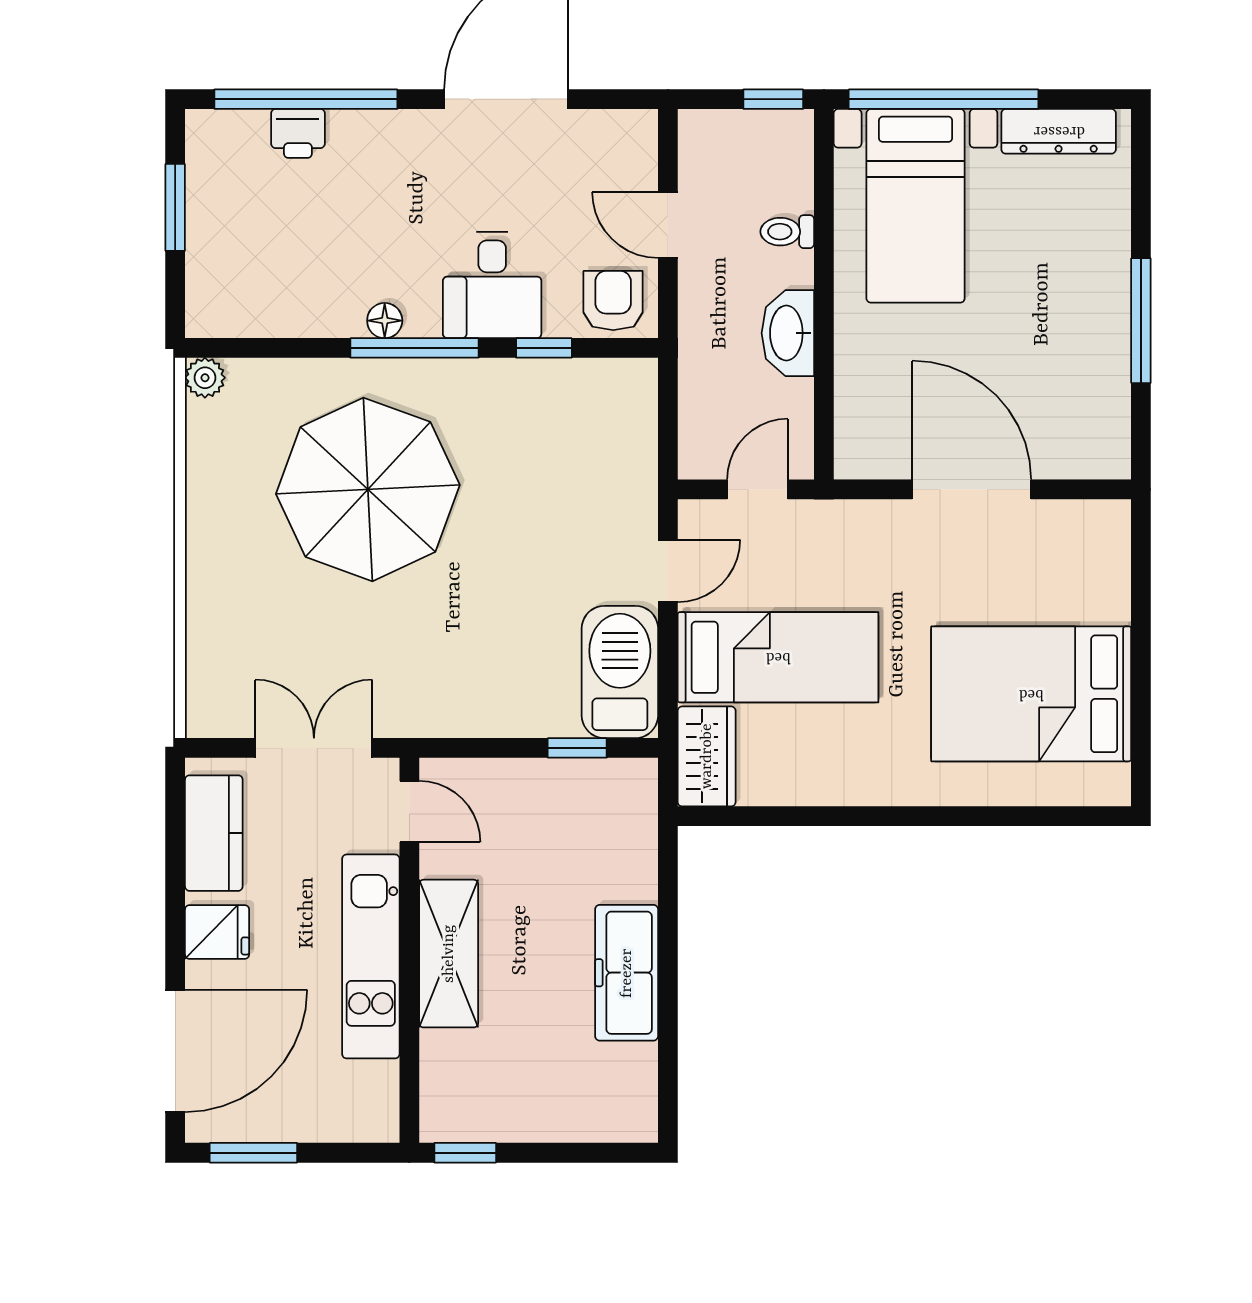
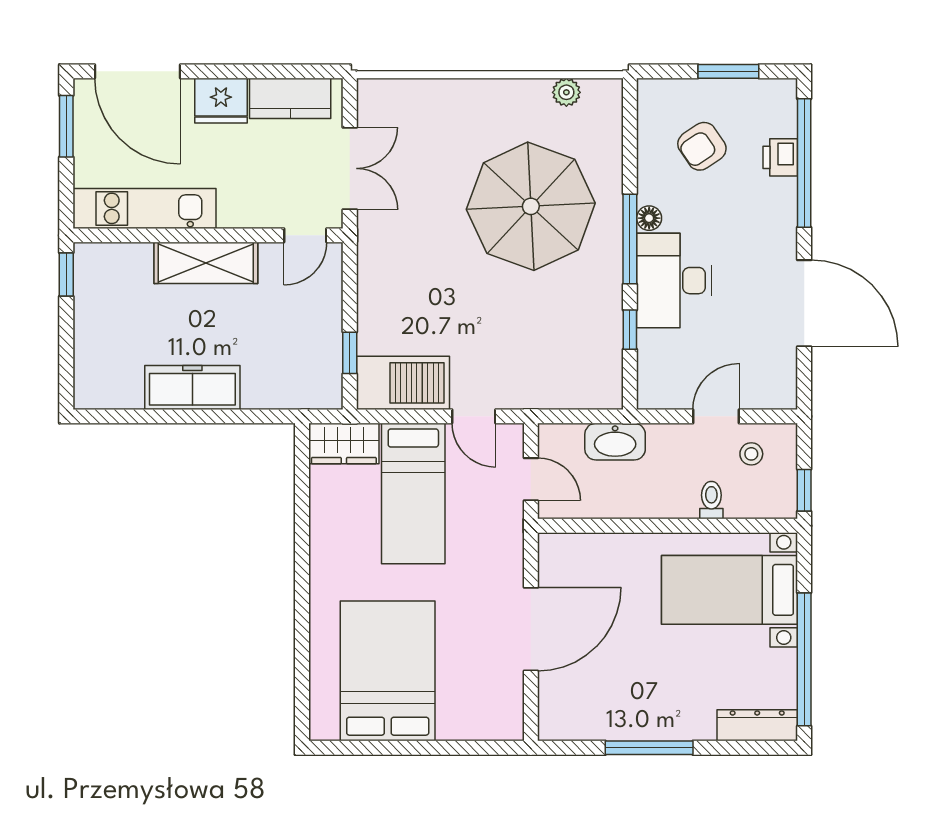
window: (944, 99) -> (804, 659), moved
dresser: (1059, 131) -> (757, 725), moved, turned 90
stool: (721, 175) -> (751, 454), added
desk: (492, 285) -> (674, 281), width x1.37
armchair: (613, 301) -> (702, 146), moved, turned 146
washbasin: (788, 333) -> (615, 442), moved, turned 180
plant: (205, 378) -> (566, 92), moved
fridge: (217, 932) -> (221, 101), width x1.38
kitchen unit: (371, 956) -> (145, 208), moved

